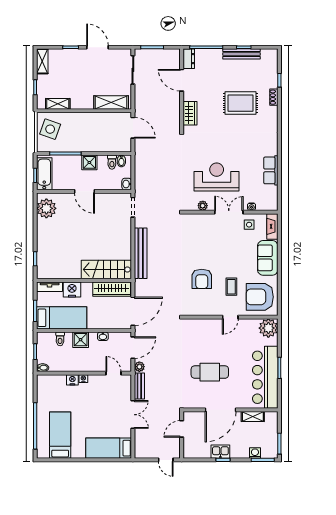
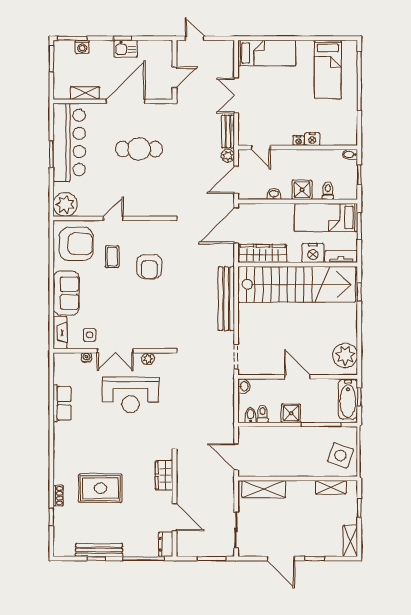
stairs: (106, 270) -> (297, 284), width x1.86, depth x1.51
armchair: (202, 279) -> (149, 267), turned 180

